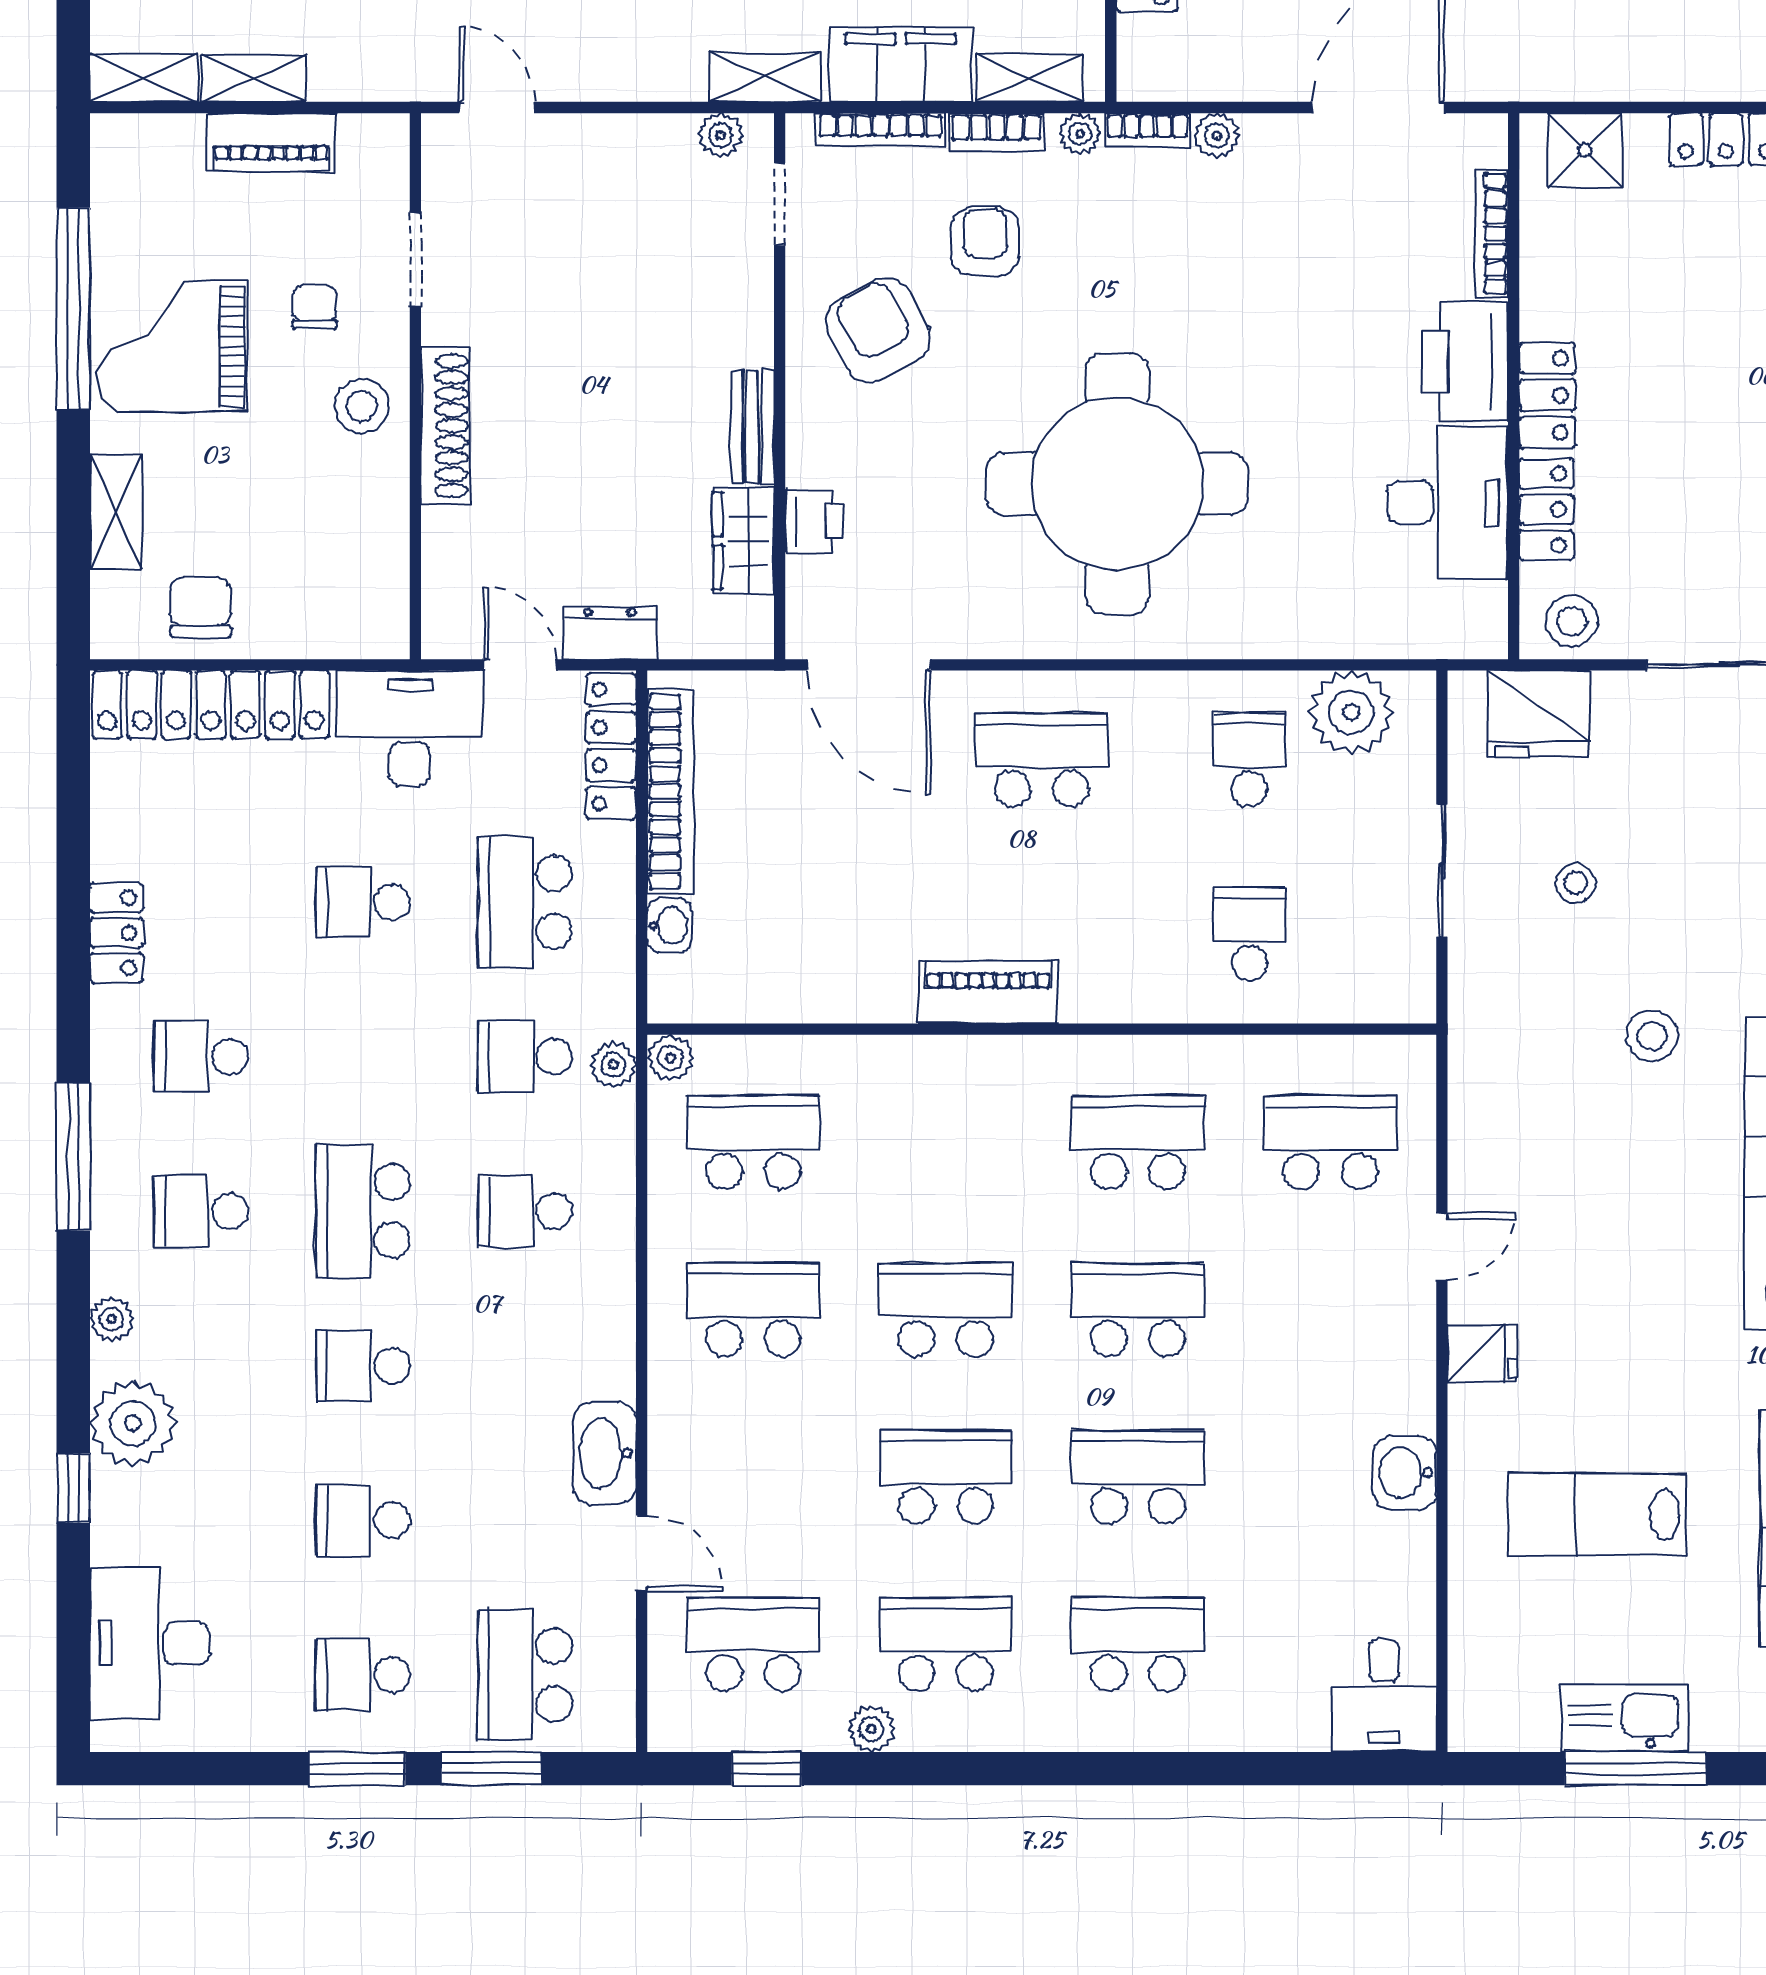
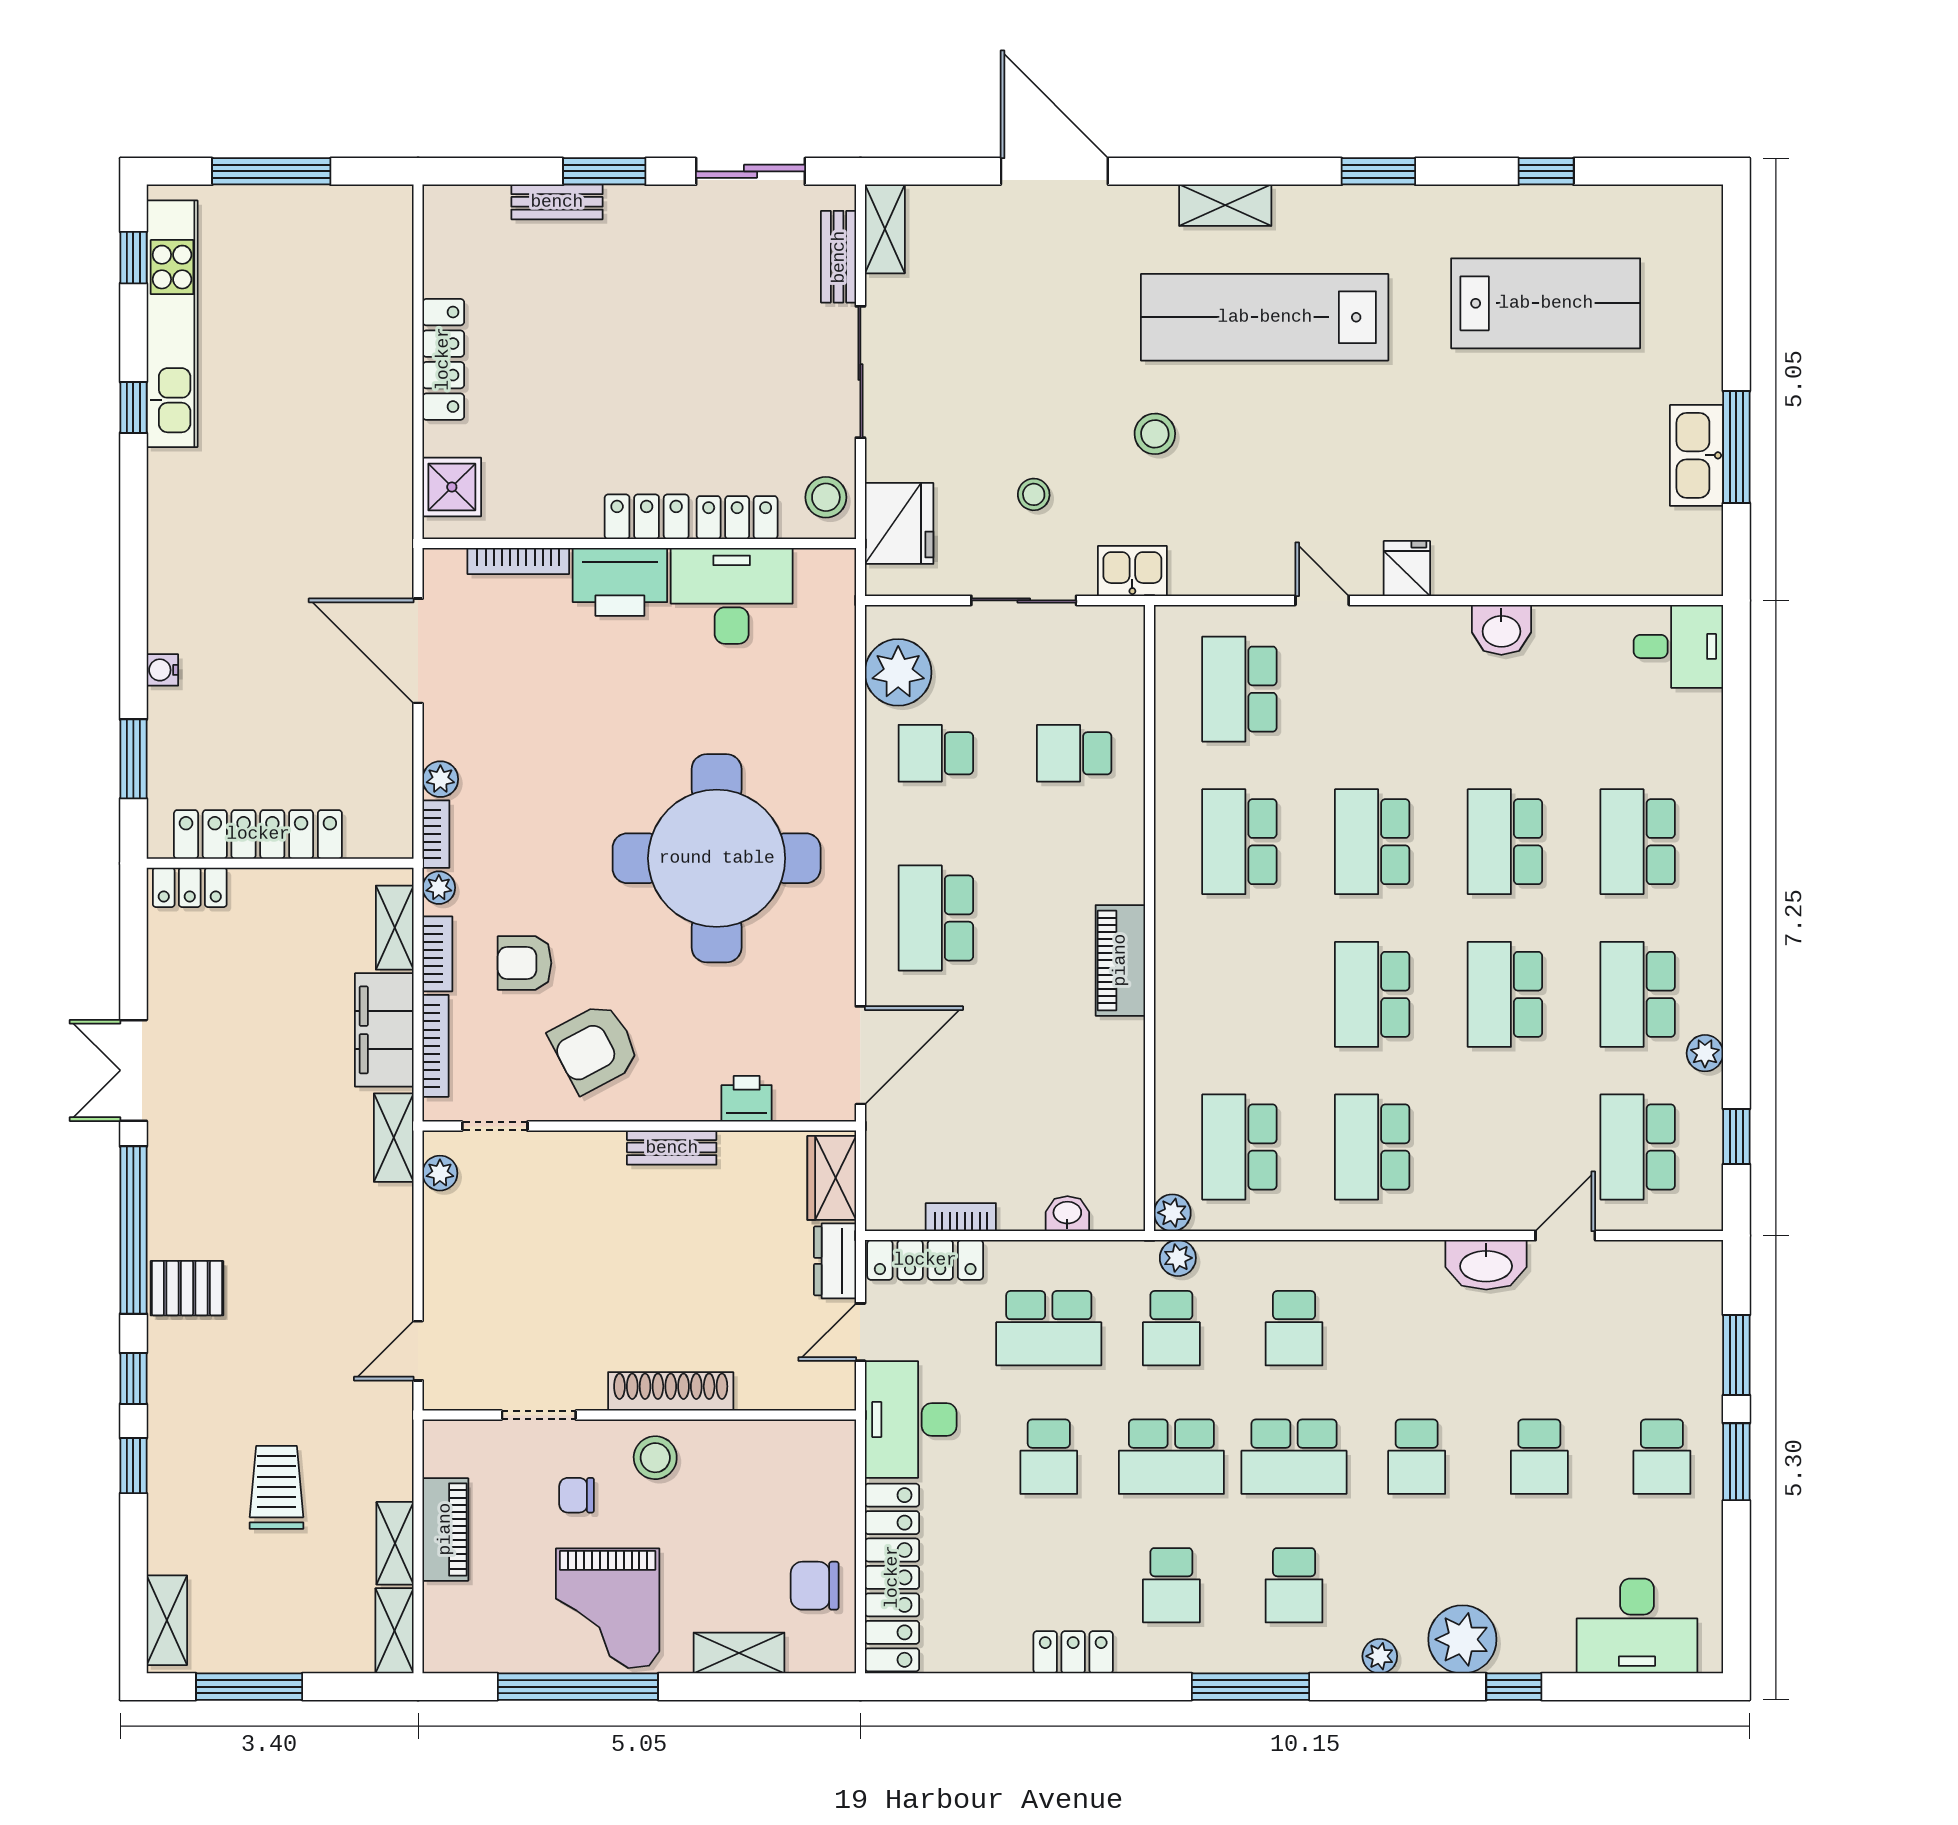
wardrobe: (743, 541) -> (832, 1178), moved, turned 90
bookcase: (670, 791) -> (961, 1217), width x0.43, depth x0.76
kitchen sink: (1479, 1008) -> (1132, 571), added
lab bench: (1597, 1515) -> (1535, 477), removed
school desk: (525, 1675) -> (1171, 1457), moved

